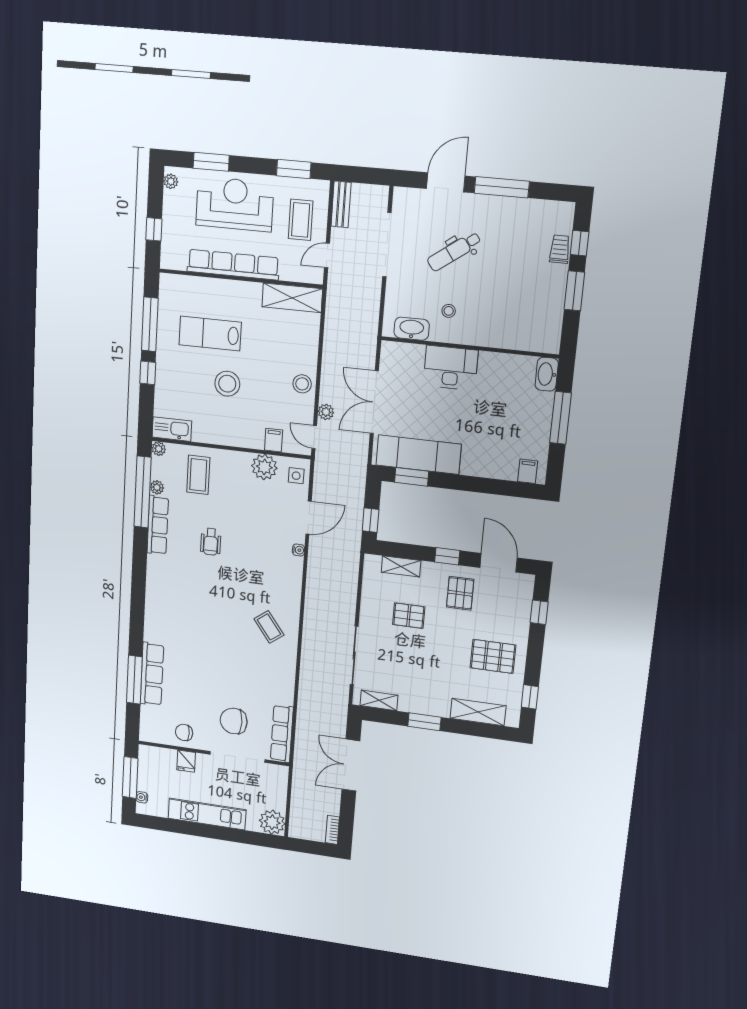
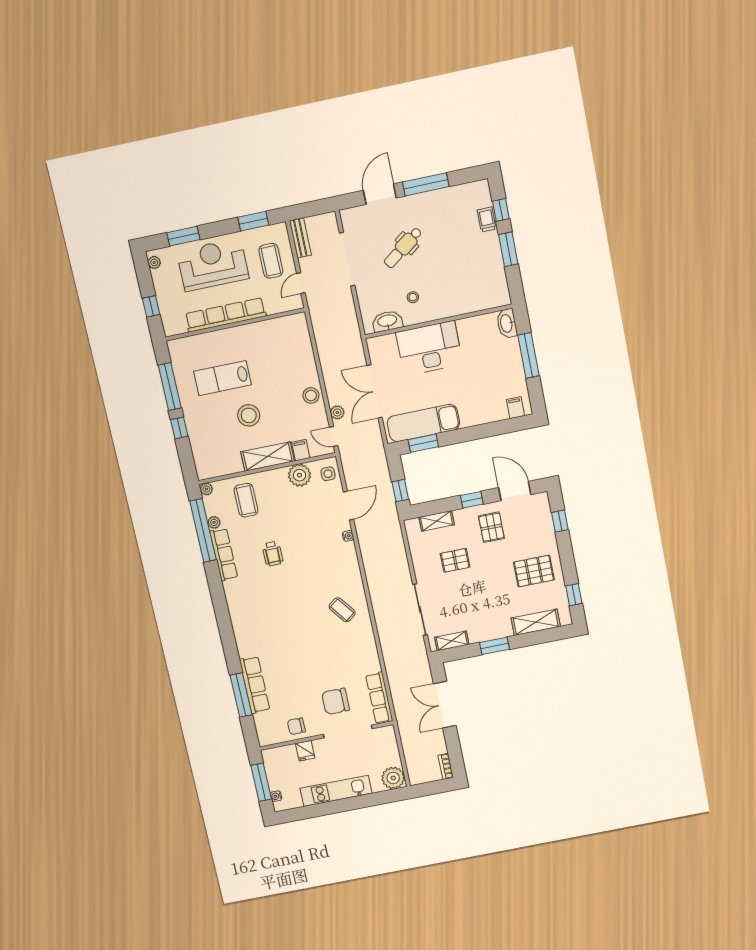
shelving: (292, 298) -> (268, 456), moved
desk: (451, 368) -> (429, 348), width x1.36, depth x1.30
kitchen sink: (172, 429) -> (213, 469), removed

